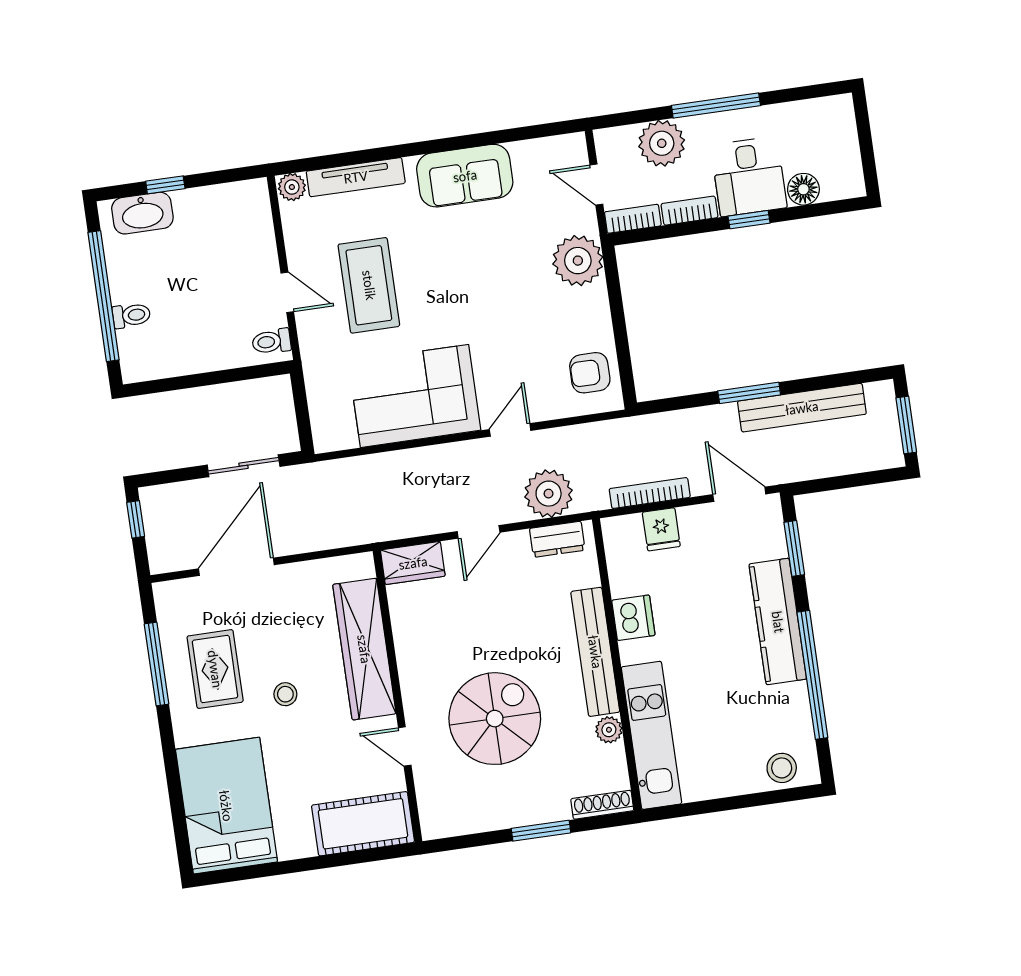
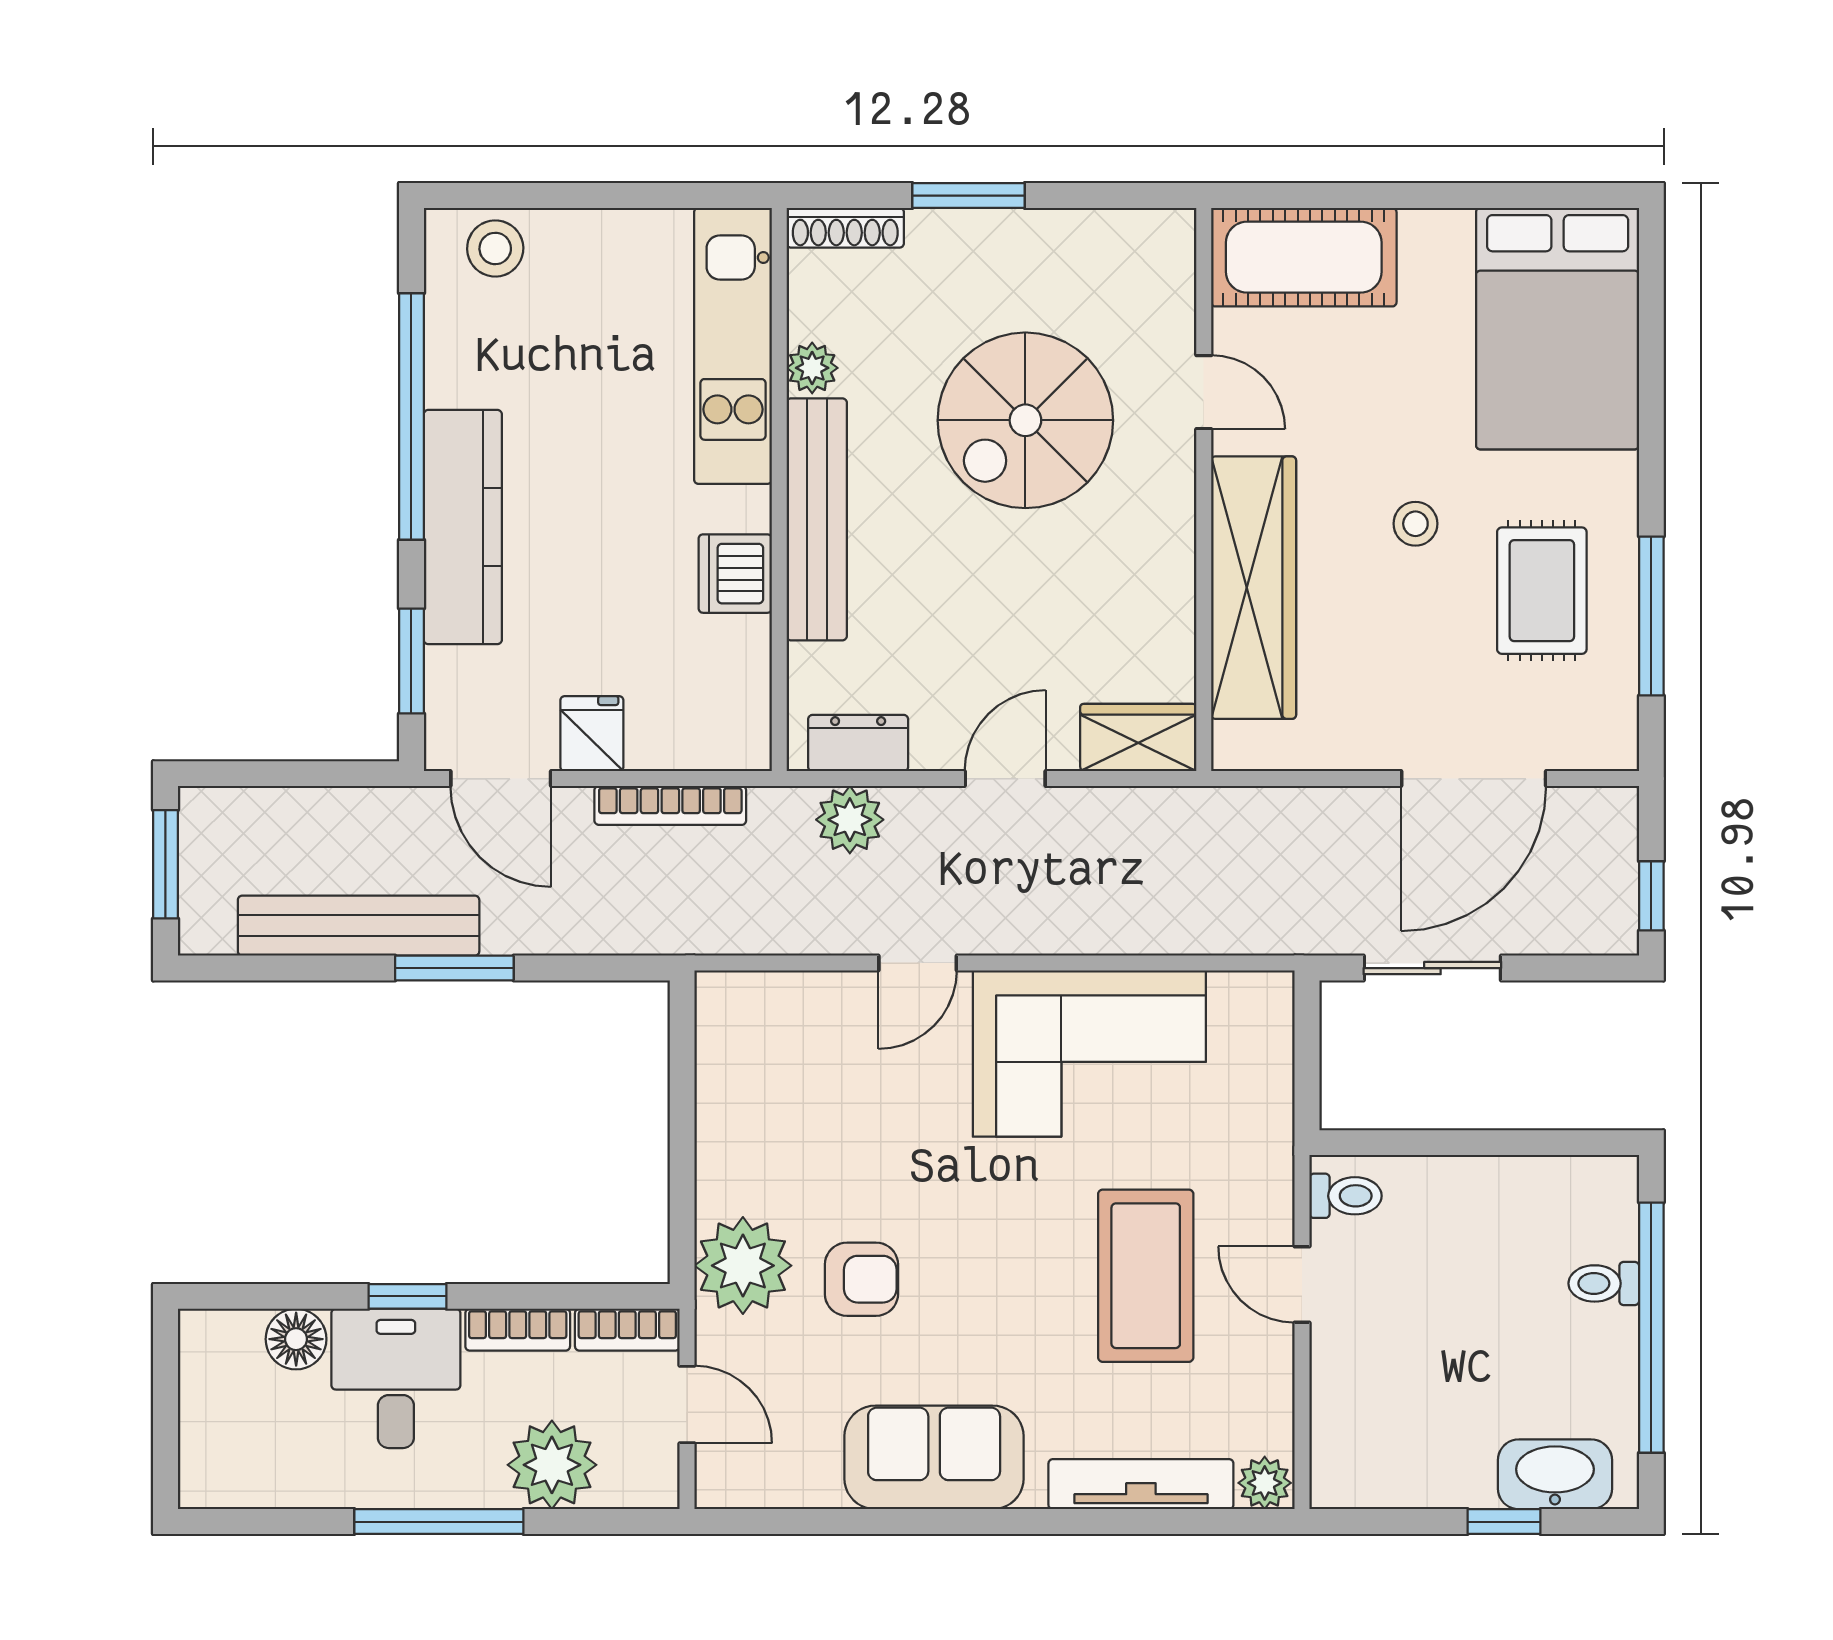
armchair: (590, 373) -> (861, 1279), moved
plant: (549, 494) -> (850, 820), width x0.73, depth x0.73
fridge: (661, 529) -> (592, 734), moved

